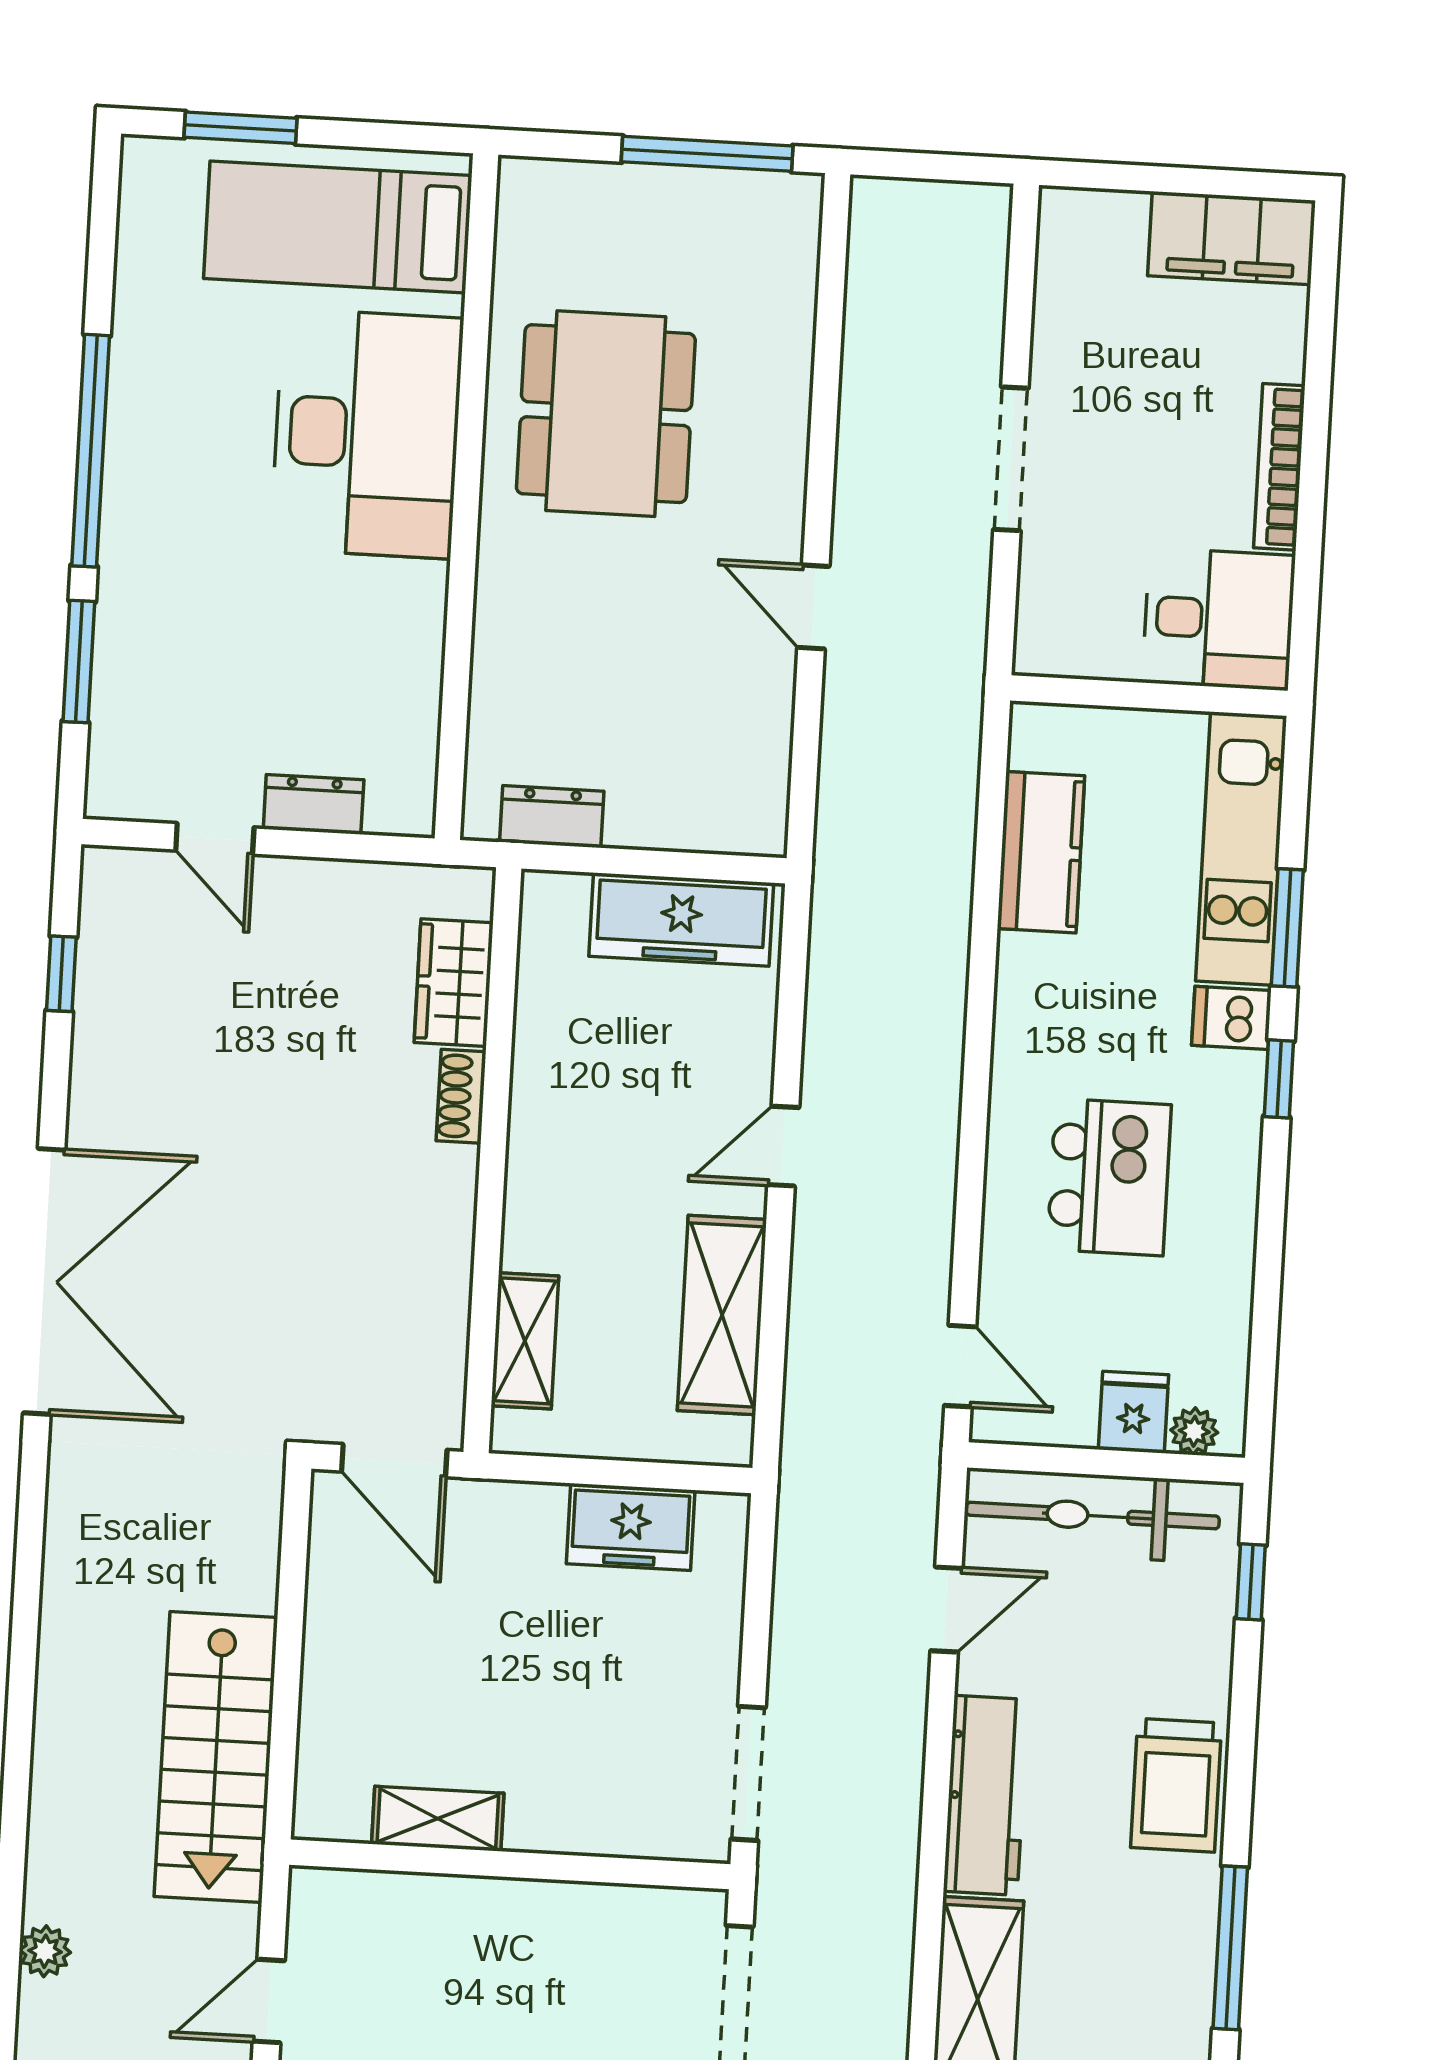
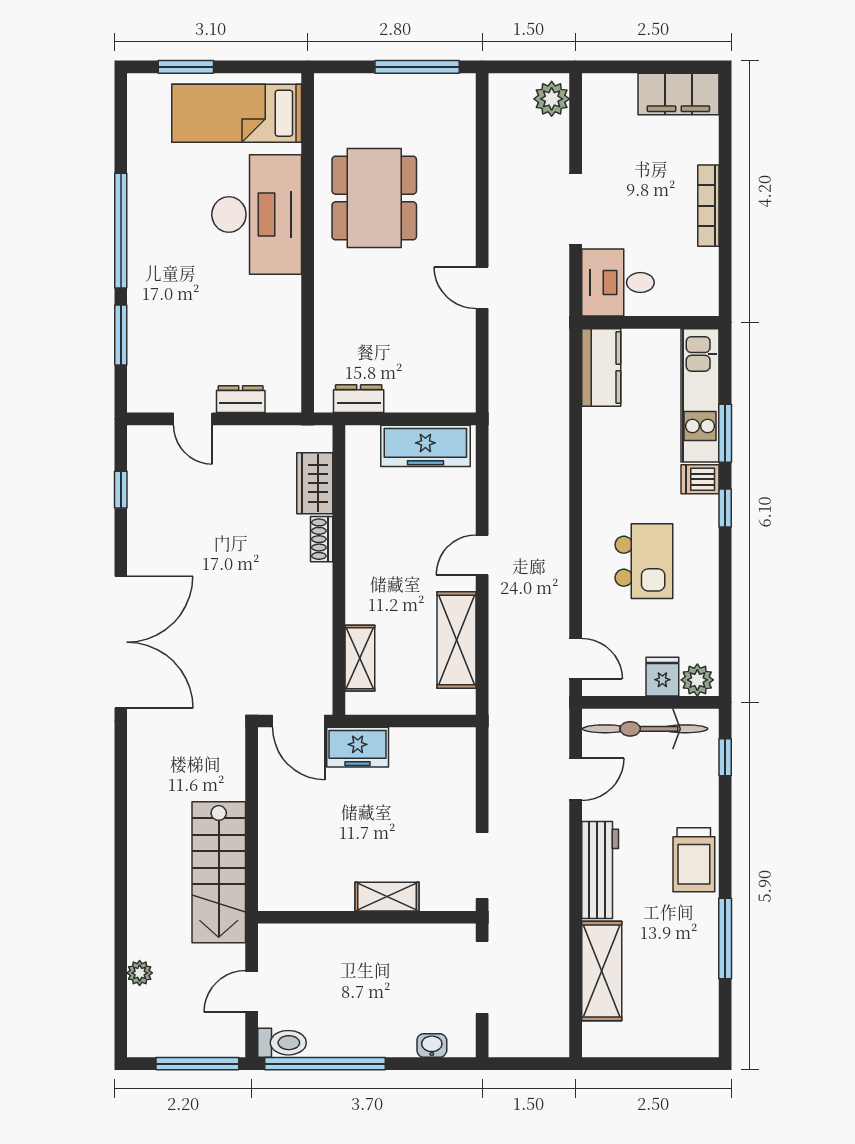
plant: (975, 233) -> (552, 99), added
desk: (1219, 619) -> (618, 282), moved, turned 180
kitchen counter: (1041, 852) -> (601, 367), moved
plant: (1194, 1431) -> (697, 680), width x1.38, depth x1.38
freezer: (631, 1527) -> (358, 747), moved
shelving: (438, 1819) -> (387, 897), moved

